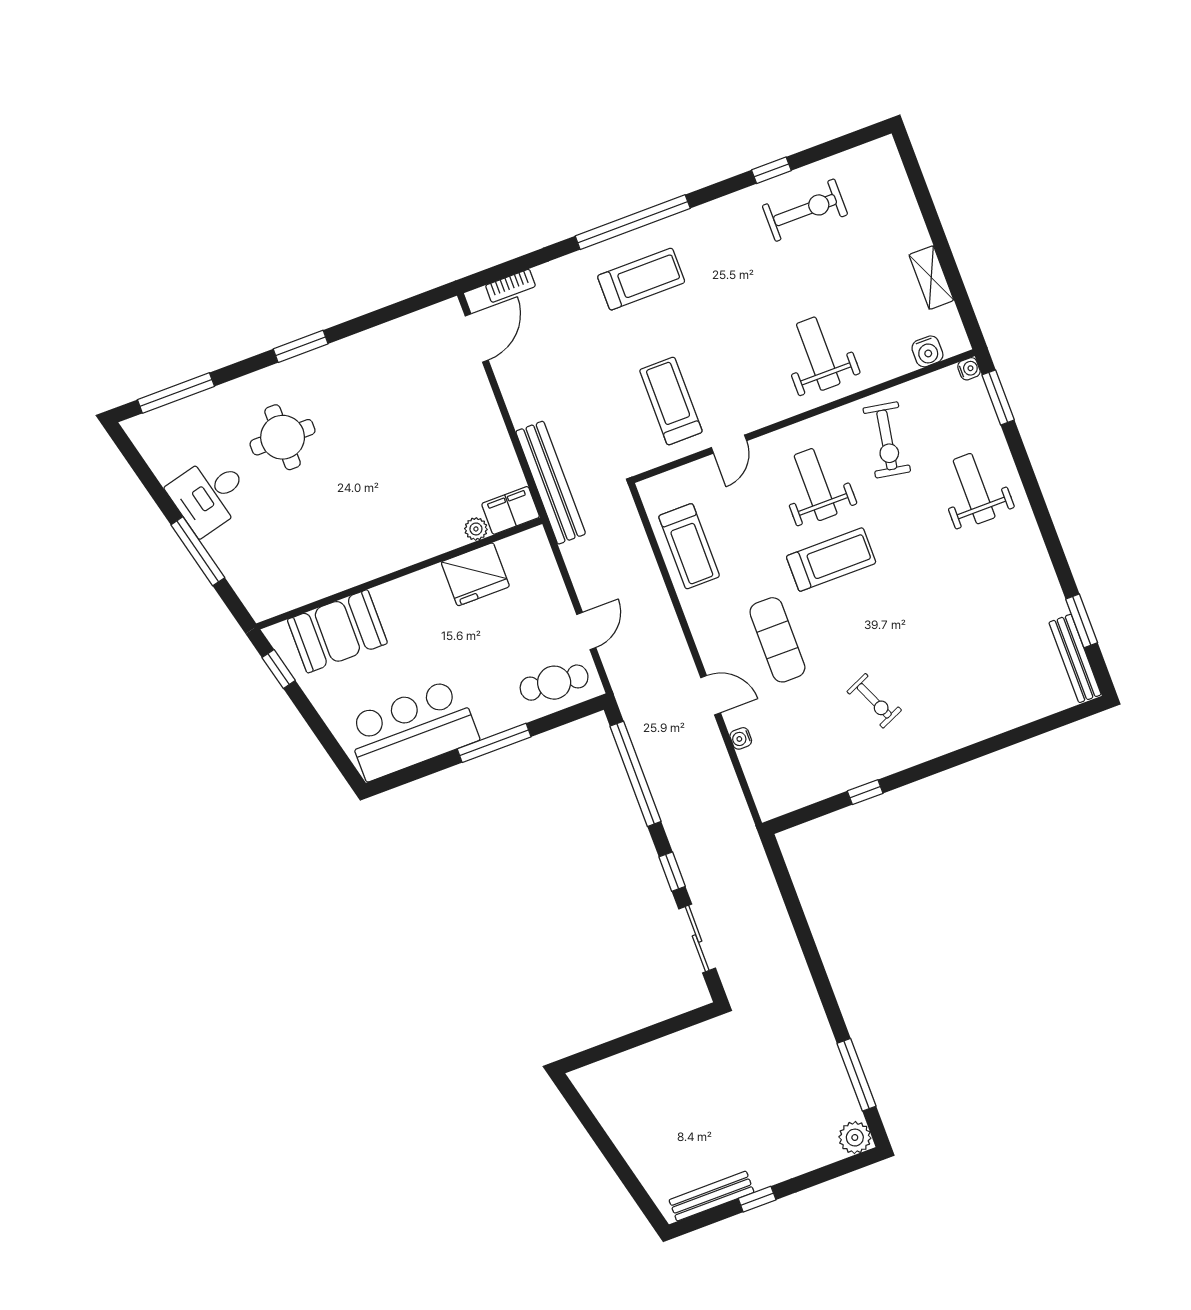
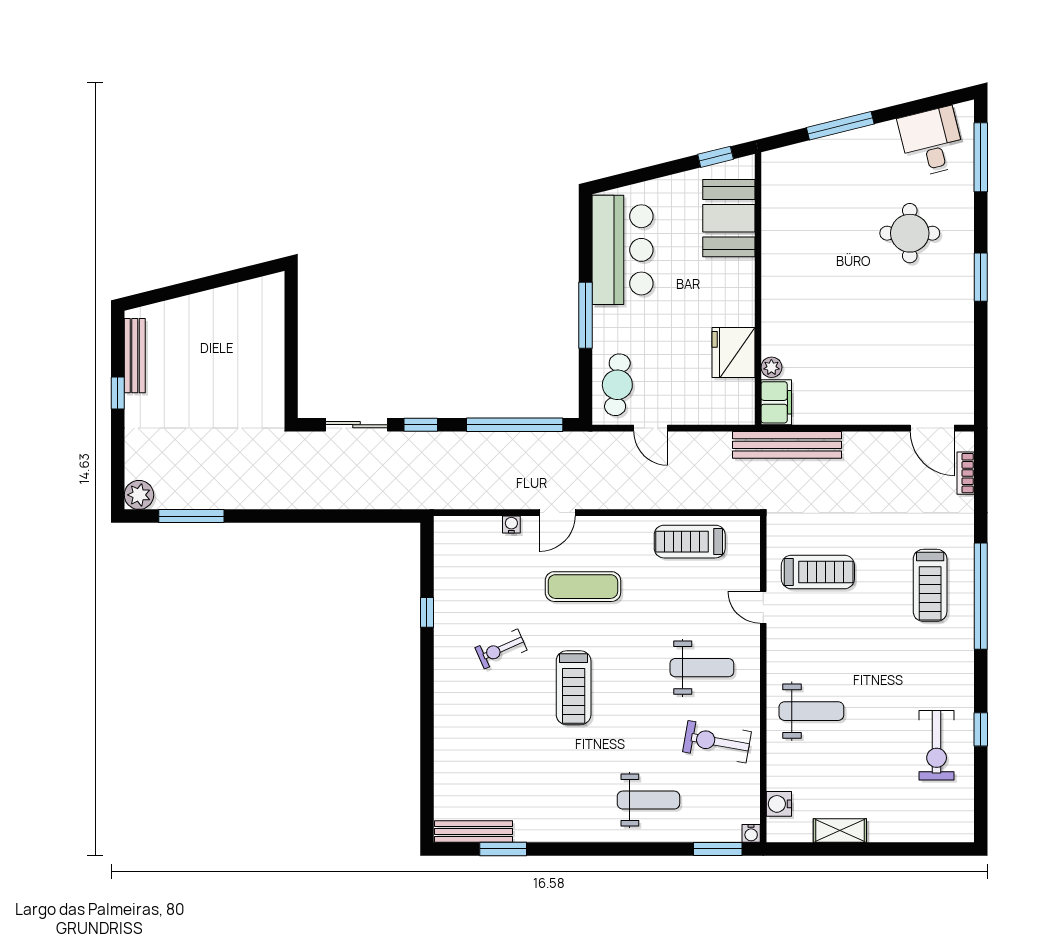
desk: (209, 495) -> (932, 142), moved
treadmill: (831, 560) -> (574, 688), moved

